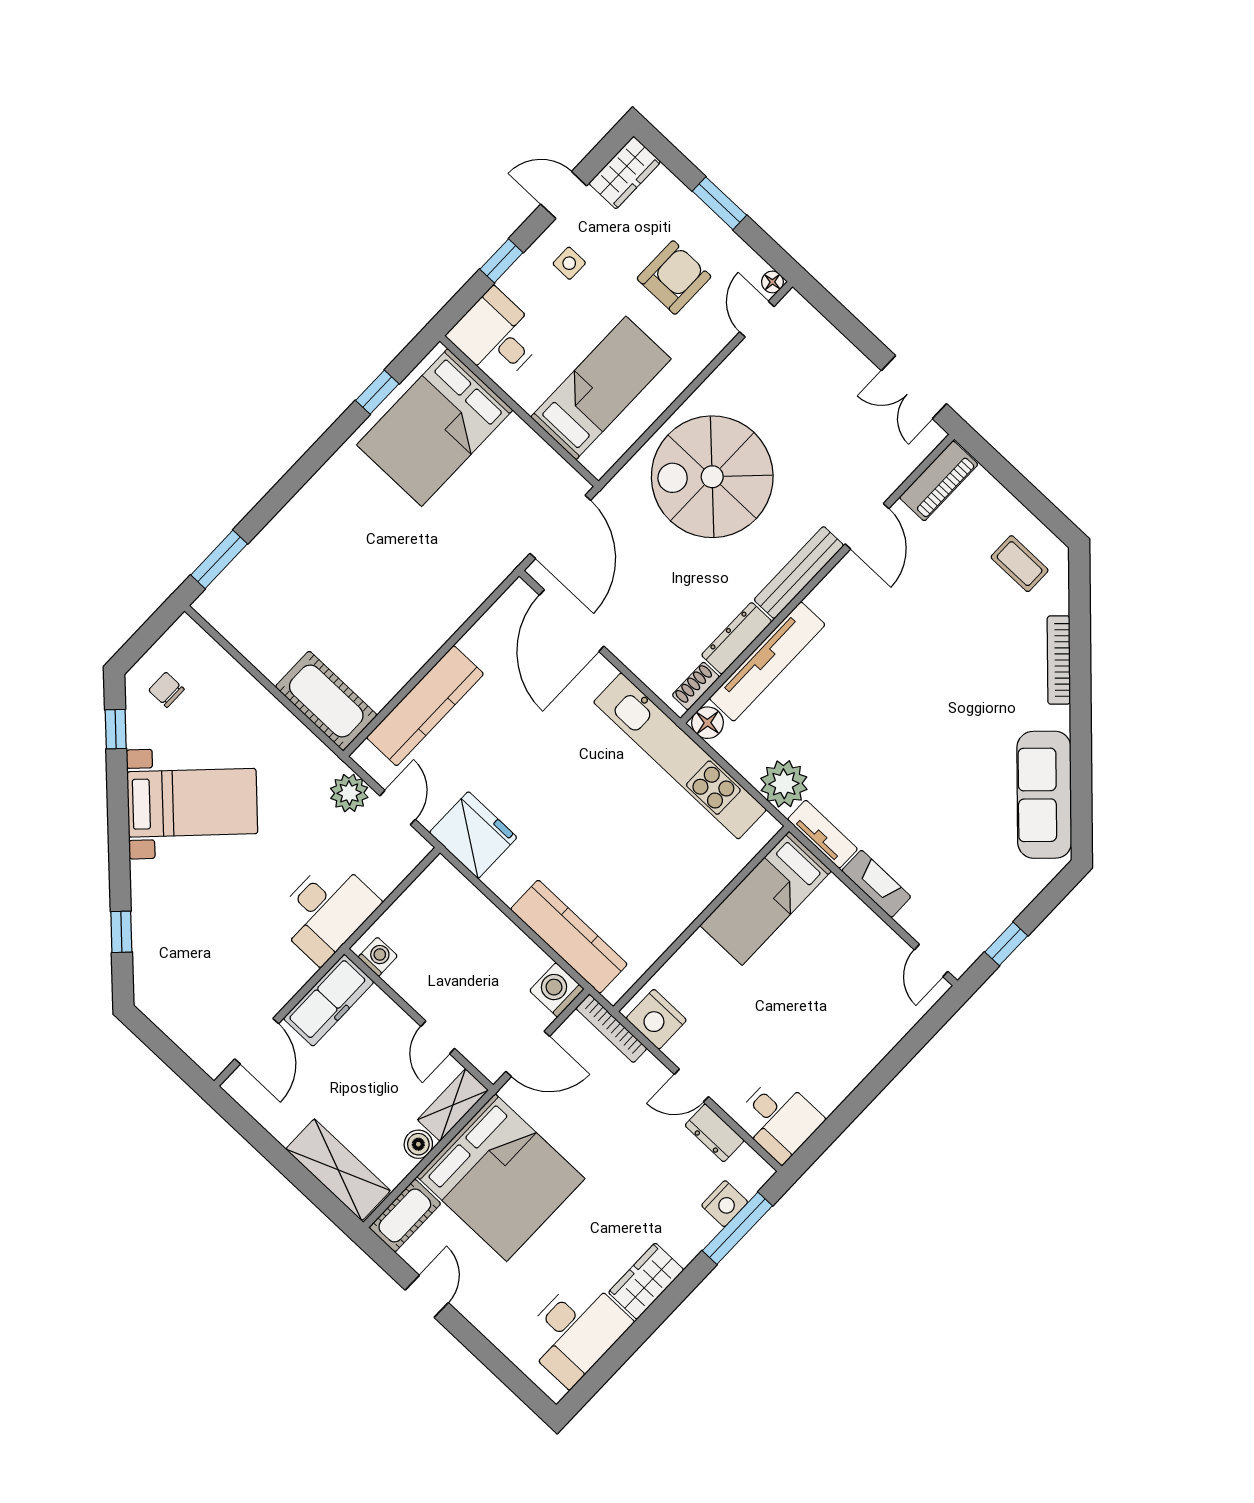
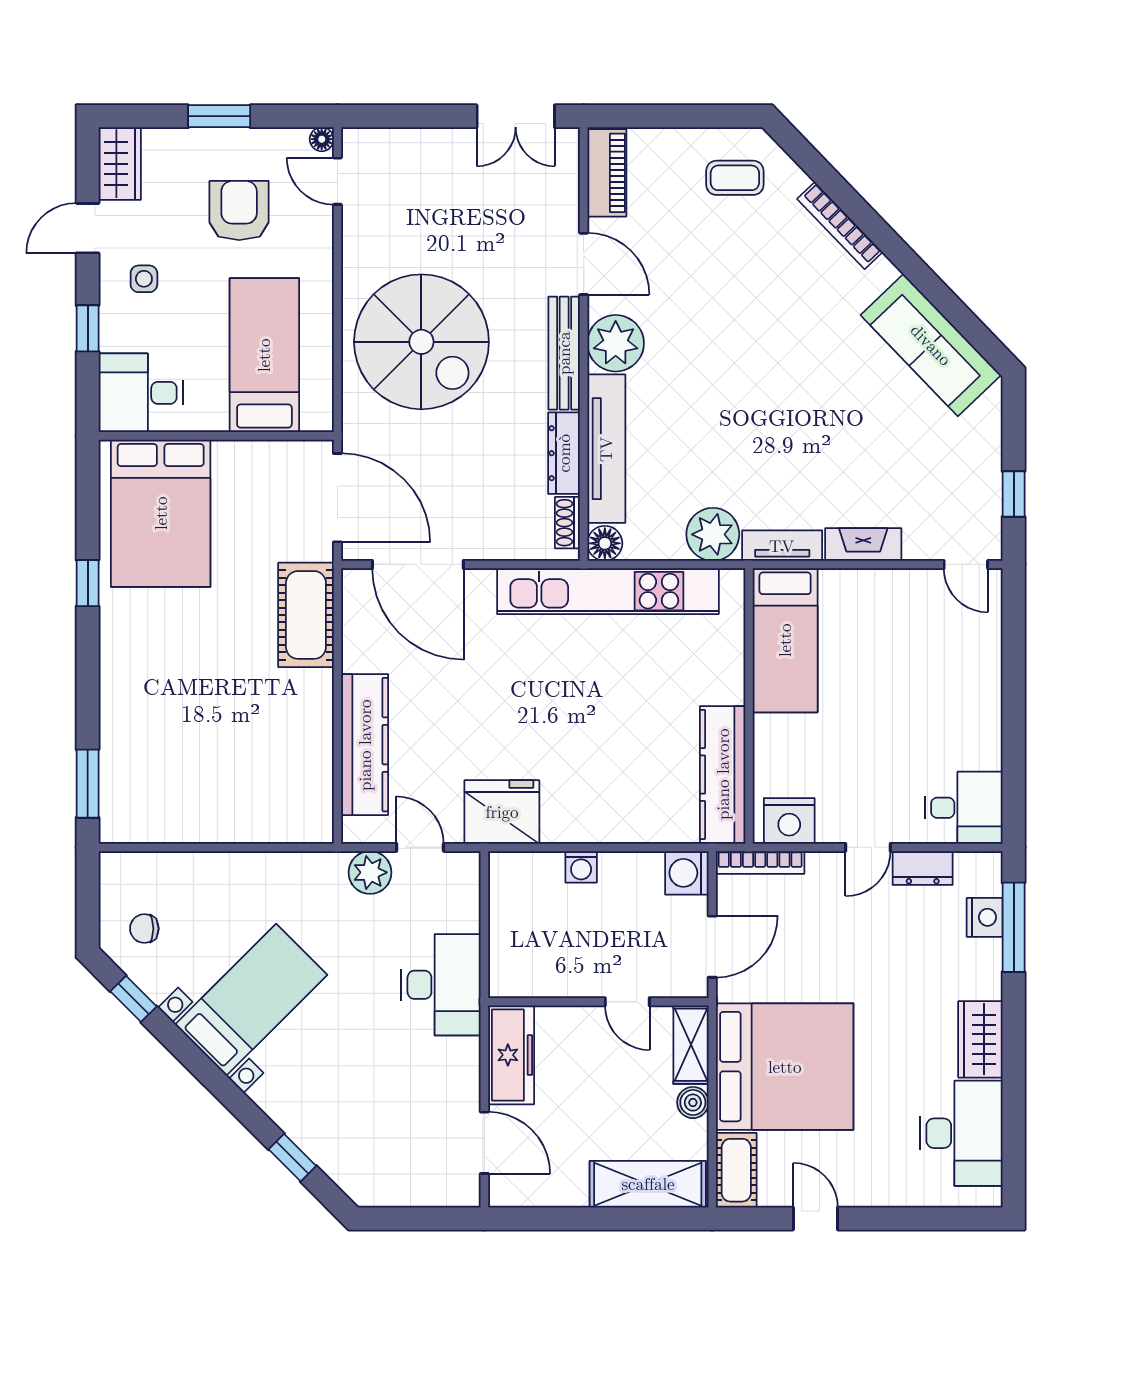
window: (377, 392) -> (88, 583), moved
spiral stairs: (712, 477) -> (421, 342), turned -90
plant: (839, 598) -> (616, 343), added
cot: (326, 701) -> (306, 615), moved, turned 90
kitchen counter: (569, 937) -> (723, 774), moved, turned -90
washing machine: (378, 957) -> (581, 867), moved, turned 180

